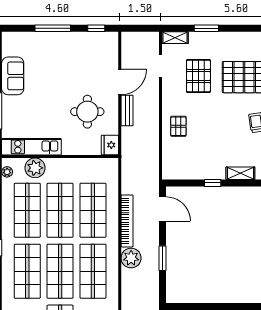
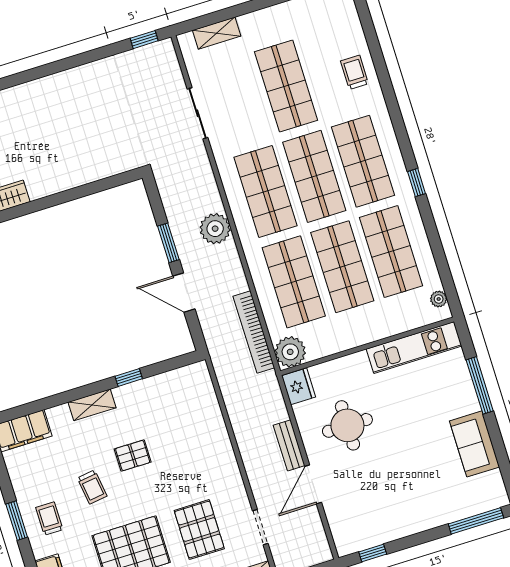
window: (53, 28) -> (476, 521), moved
pallet: (178, 126) -> (133, 456), moved, turned 90
plant: (35, 168) -> (290, 352), moved
door: (163, 209) -> (184, 293), moved
bookcase: (127, 221) -> (254, 332), moved

